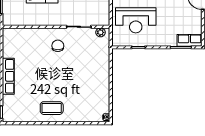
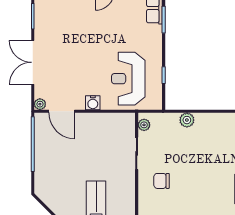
reception desk: (136, 20) -> (128, 79), turned 180
plant: (104, 65) -> (187, 120), added

